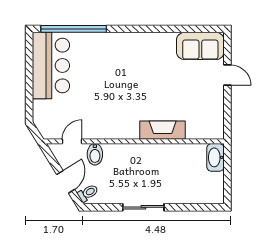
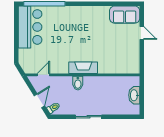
fireplace: (163, 130) -> (83, 68), moved
bidet: (95, 154) -> (78, 83), moved
washbasin: (215, 157) -> (134, 95), moved

